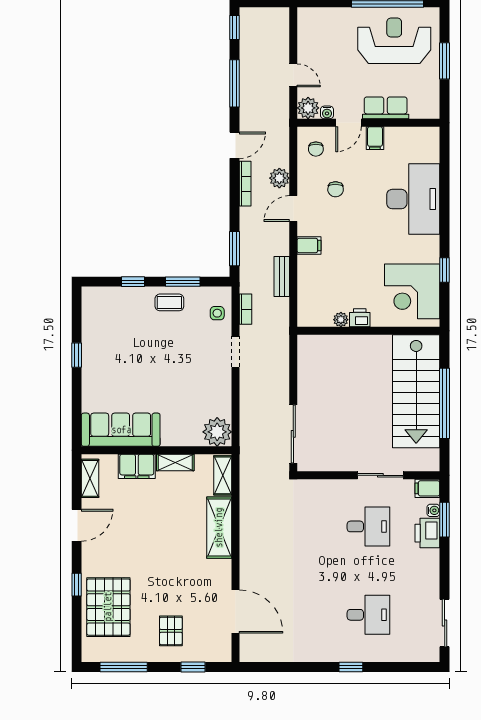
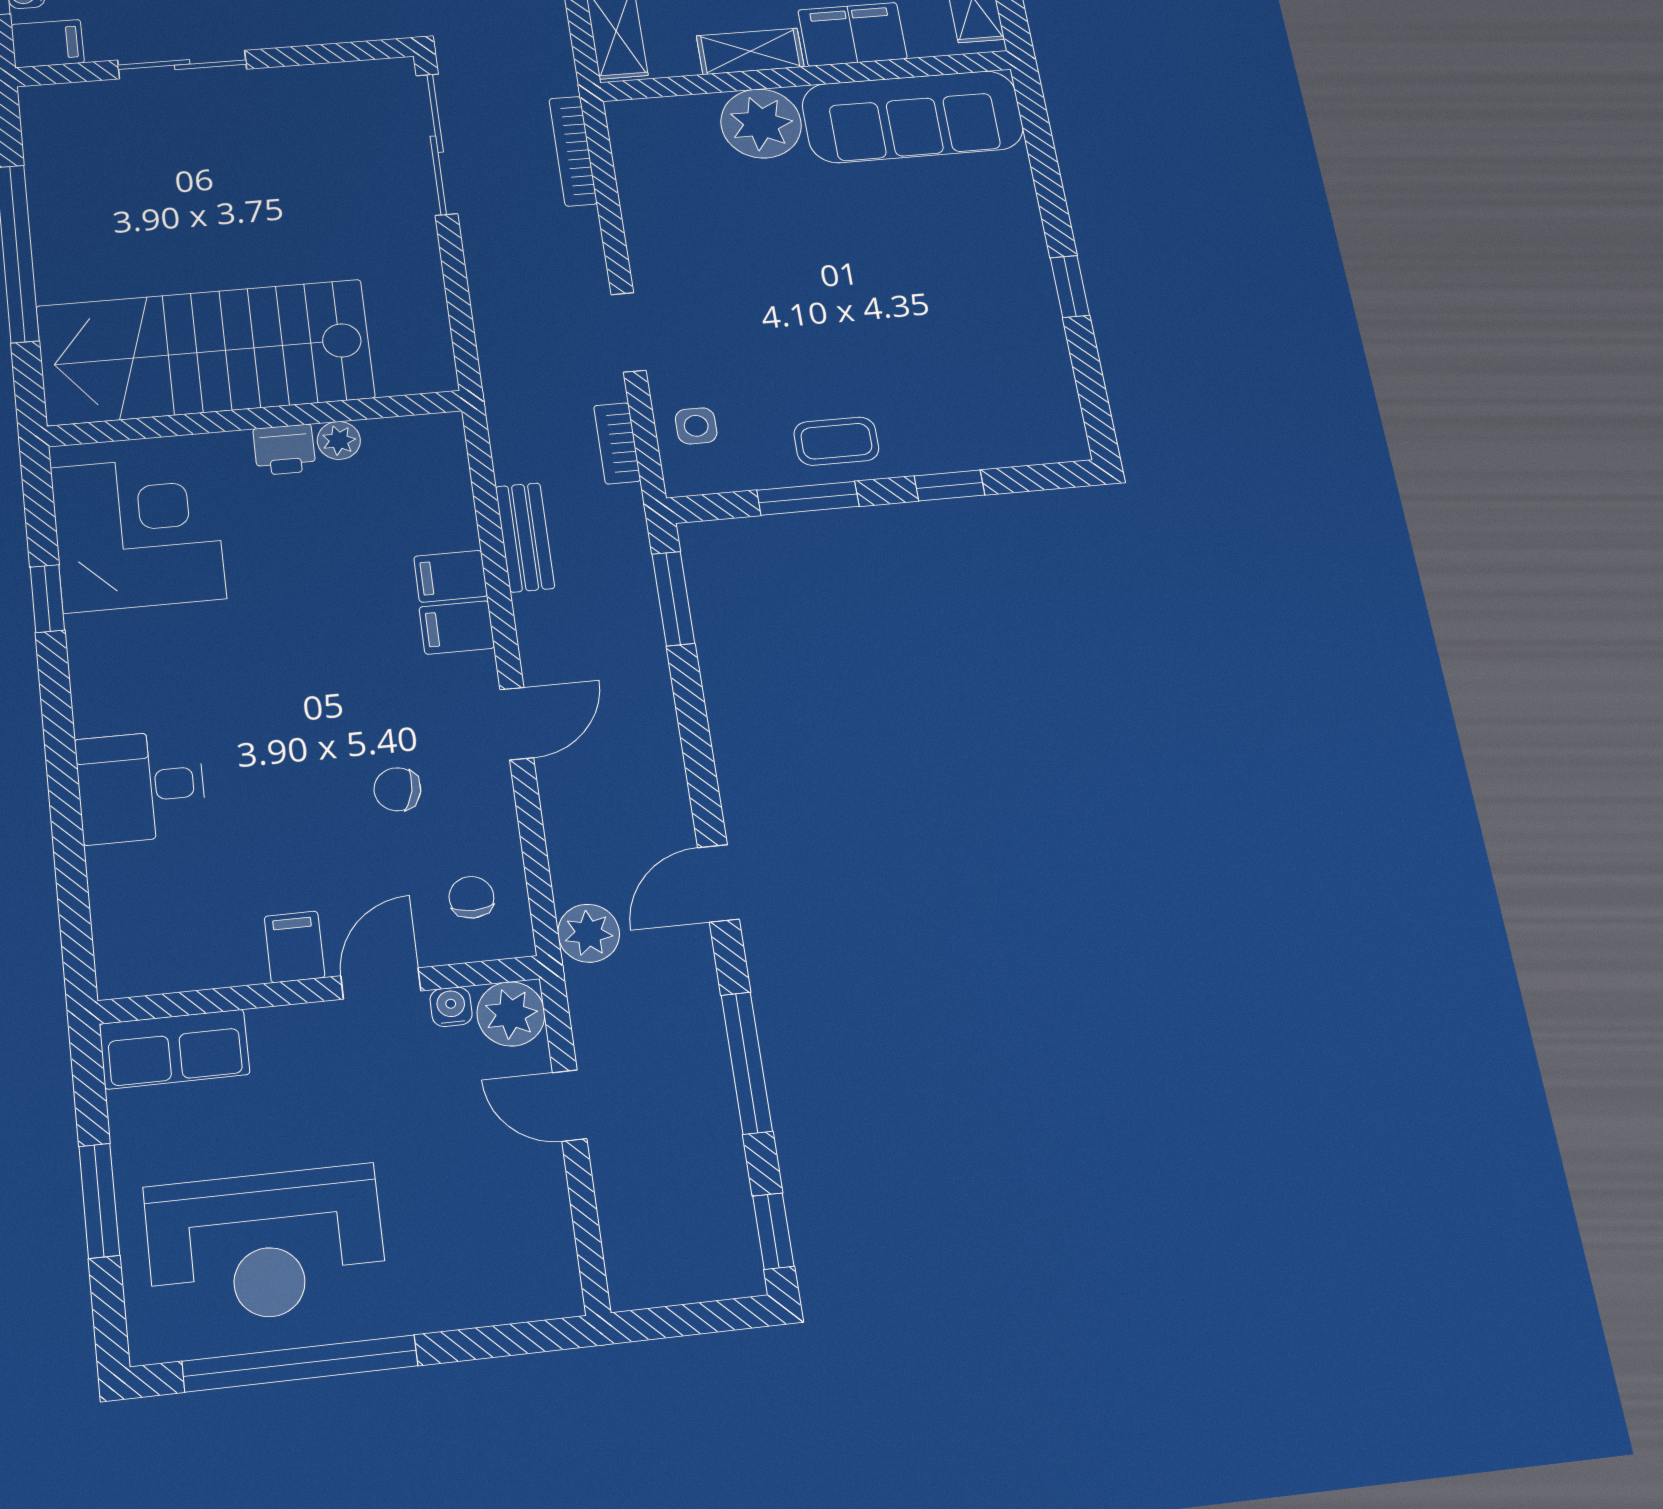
row of seats: (386, 108) -> (174, 1049), moved
plant: (279, 178) -> (589, 933), moved
bookcase: (245, 184) -> (573, 151), moved
chair: (336, 189) -> (397, 789), turned -79
desk: (413, 199) -> (141, 787), width x0.53, depth x0.77
filing cabinet: (309, 265) -> (451, 576), added
stairs: (416, 391) -> (205, 352), moved, turned -90
plant: (217, 432) -> (761, 123), moved

